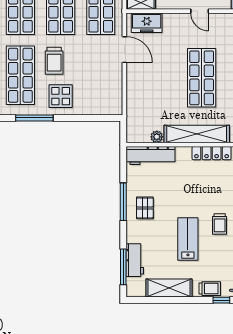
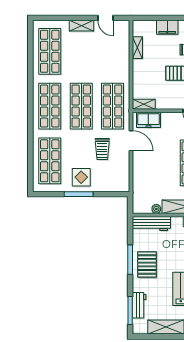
trolley: (54, 61) -> (102, 149), moved
window: (34, 118) -> (79, 194), moved
pallet: (145, 208) -> (147, 264), width x1.50, depth x1.42

